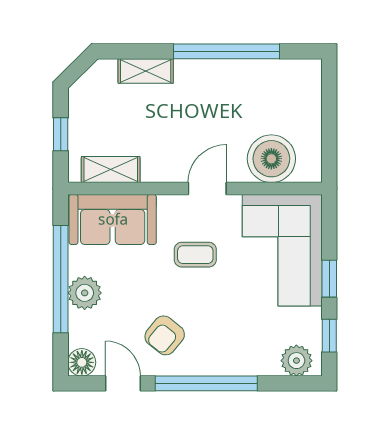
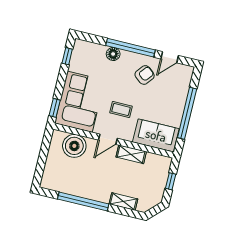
shelving: (111, 170) -> (131, 154), moved
window: (329, 279) -> (55, 108), moved
plant: (85, 293) -> (177, 104), removed
plant: (296, 361) -> (85, 48), removed
floor lamp: (82, 362) -> (113, 54), moved
door: (123, 383) -> (170, 57), hinge flipped

